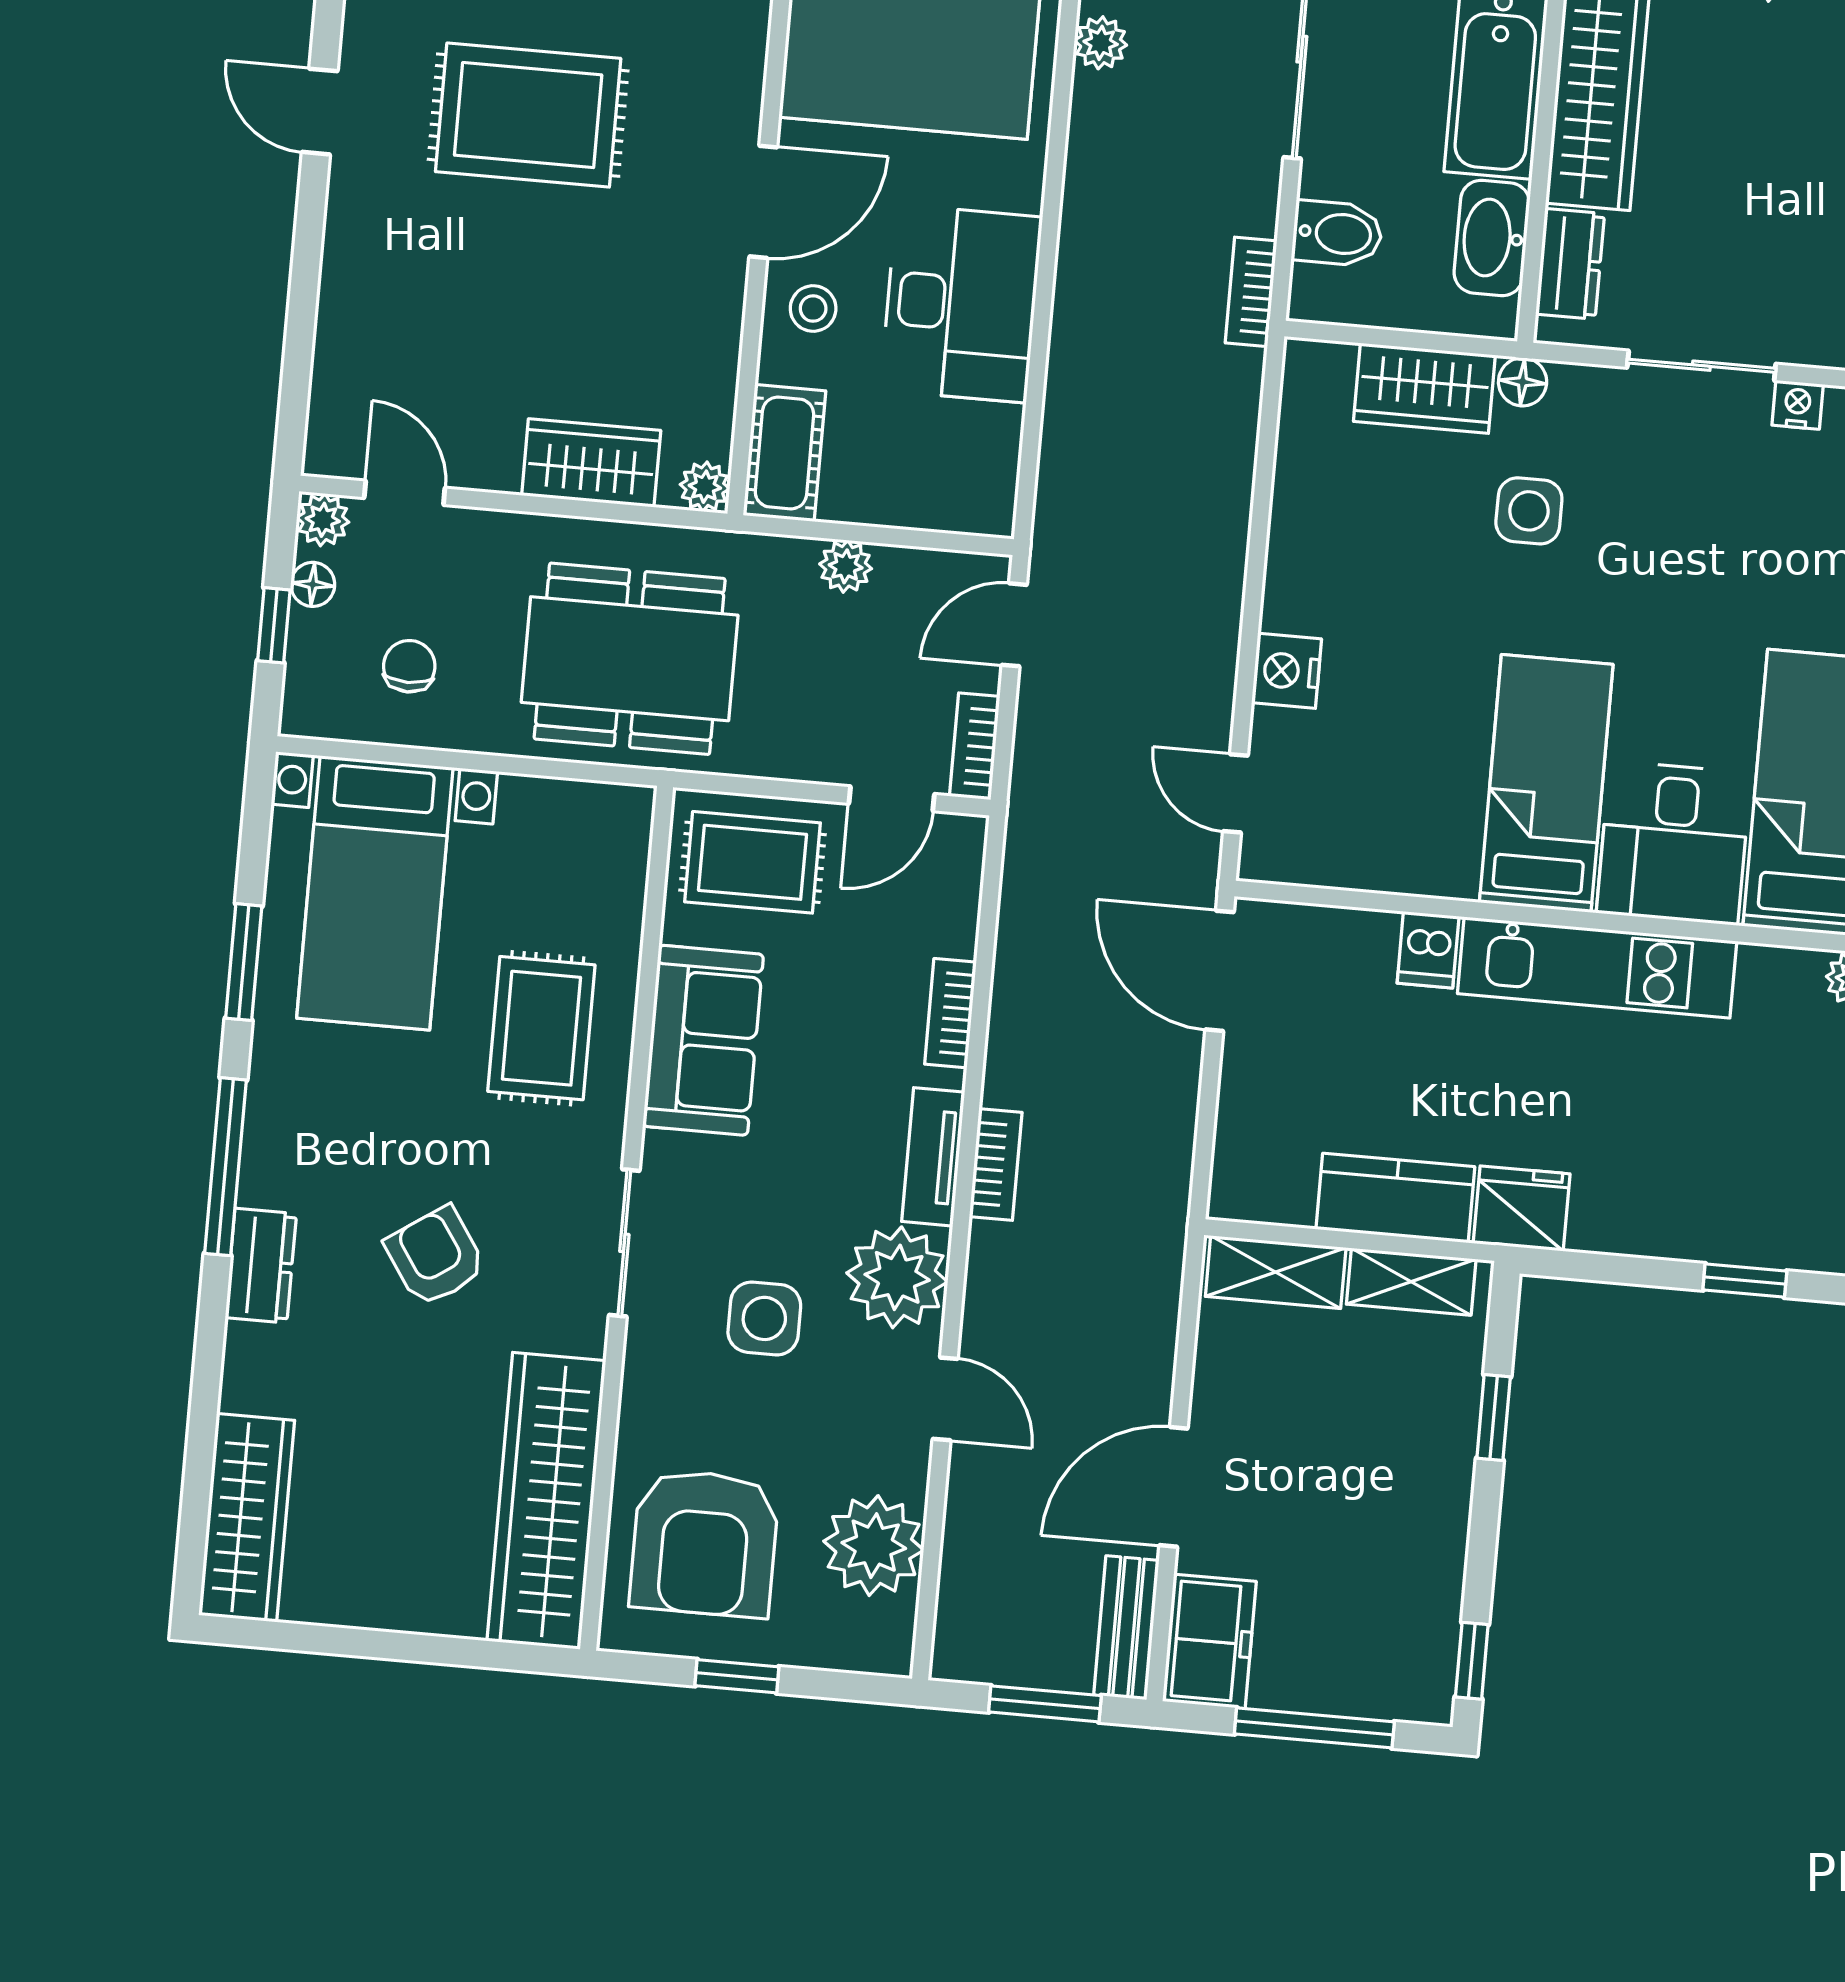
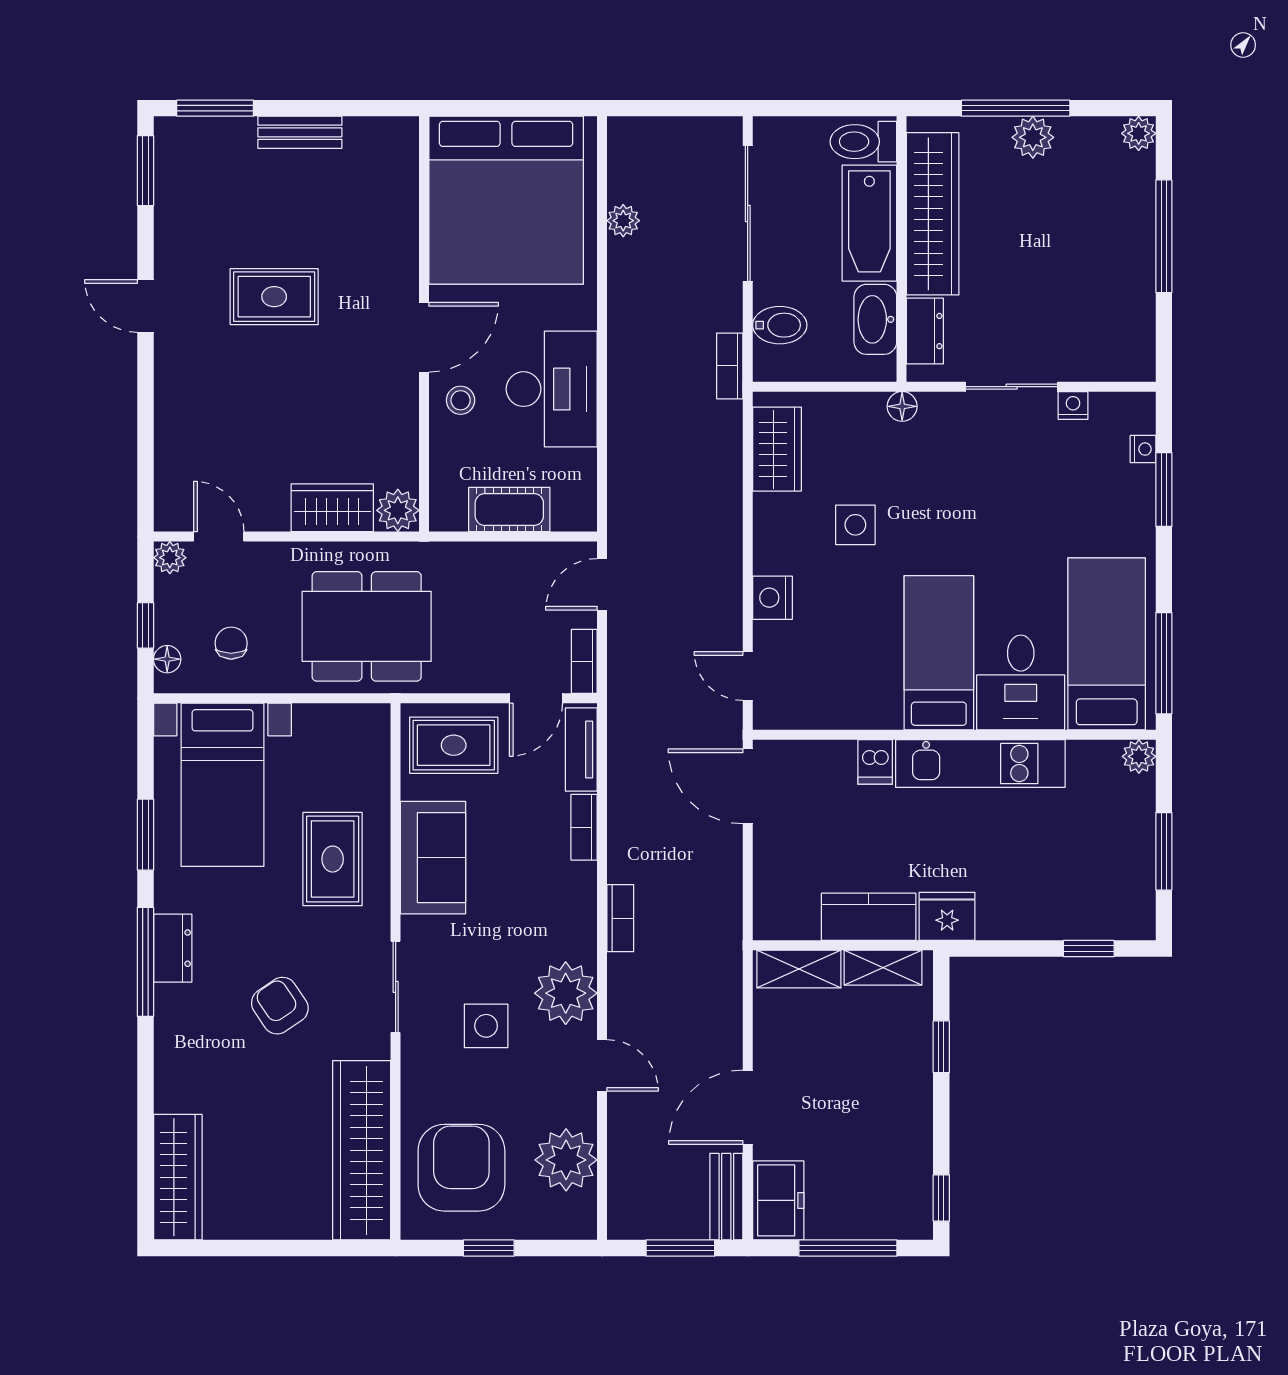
rug: (528, 115) -> (274, 297), width x0.73, depth x0.70
wardrobe: (1424, 388) -> (777, 449), moved, turned -90
cot: (784, 453) -> (509, 509), moved, turned 90
plant: (705, 487) -> (398, 510), width x1.38, depth x1.38
side table: (1529, 511) -> (855, 525), moved
plant: (846, 566) -> (495, 557), removed
floor lamp: (313, 584) -> (167, 659), moved
tv unit: (933, 1157) -> (581, 750), moved
dresser: (261, 1266) -> (173, 948), moved
armchair: (704, 1543) -> (461, 1168), turned 180

